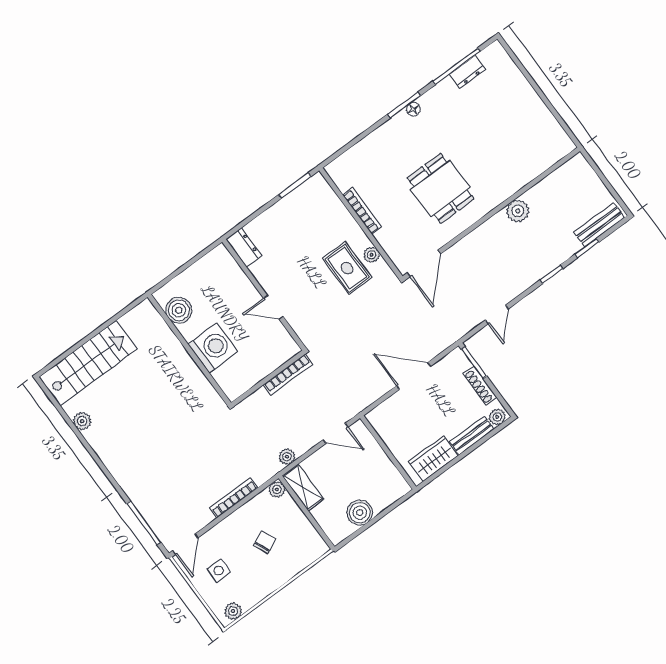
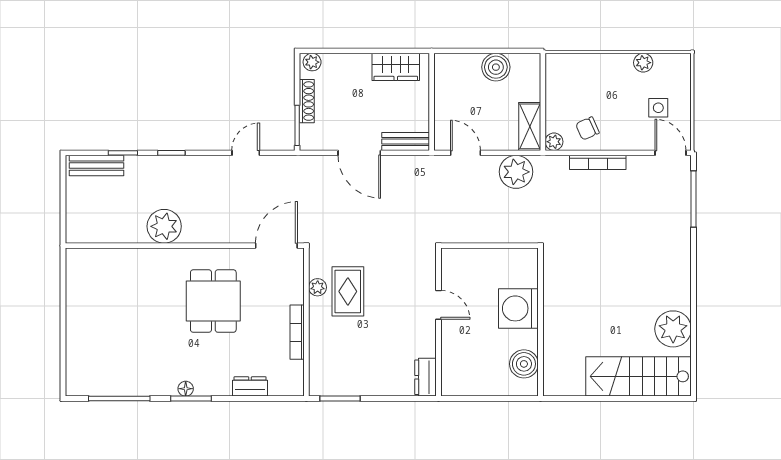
dresser: (468, 72) -> (250, 386), moved
plant: (518, 211) -> (164, 226), width x1.36, depth x1.36
bookcase: (288, 374) -> (469, 236), removed
plant: (82, 421) -> (673, 329), width x1.88, depth x1.88
bench: (472, 435) -> (406, 141), moved
plant: (287, 457) -> (516, 172), width x1.87, depth x1.87
chair: (265, 542) -> (587, 128), moved
door: (185, 544) -> (670, 153), hinge flipped
plant: (233, 611) -> (643, 63), moved

